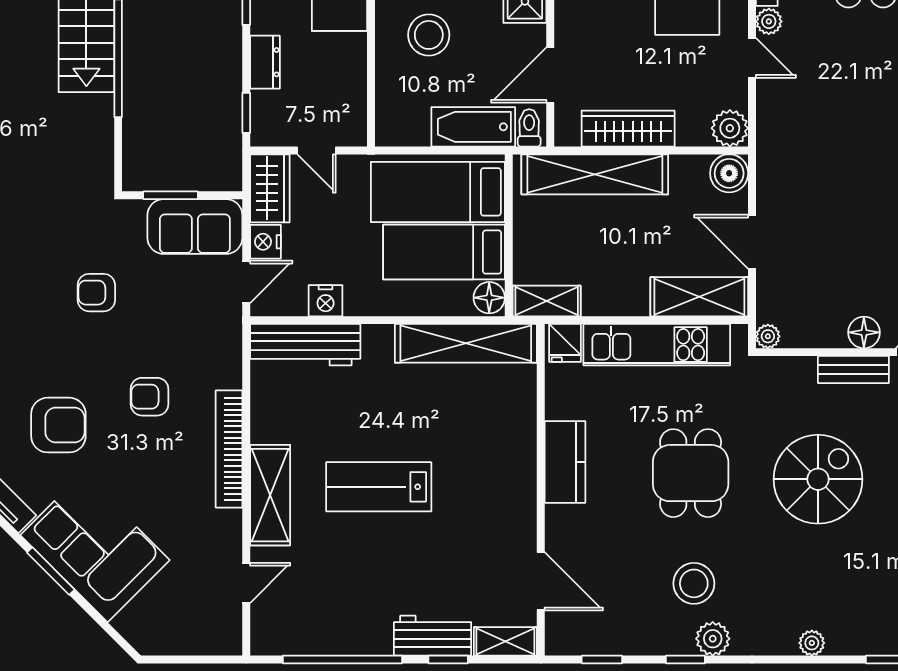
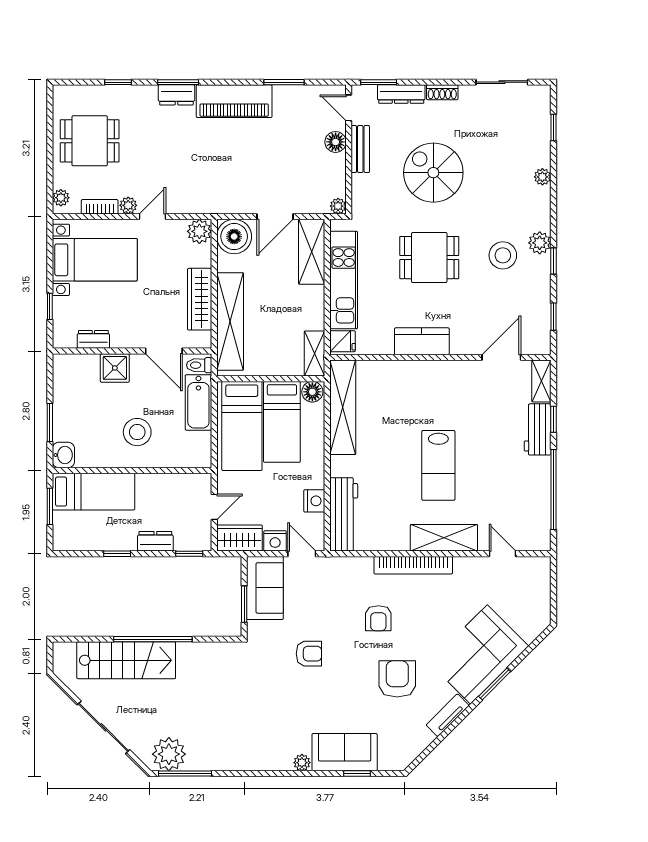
boiler: (729, 173) -> (234, 237), width x1.37, depth x1.37
armchair: (96, 293) -> (309, 654), turned -90

